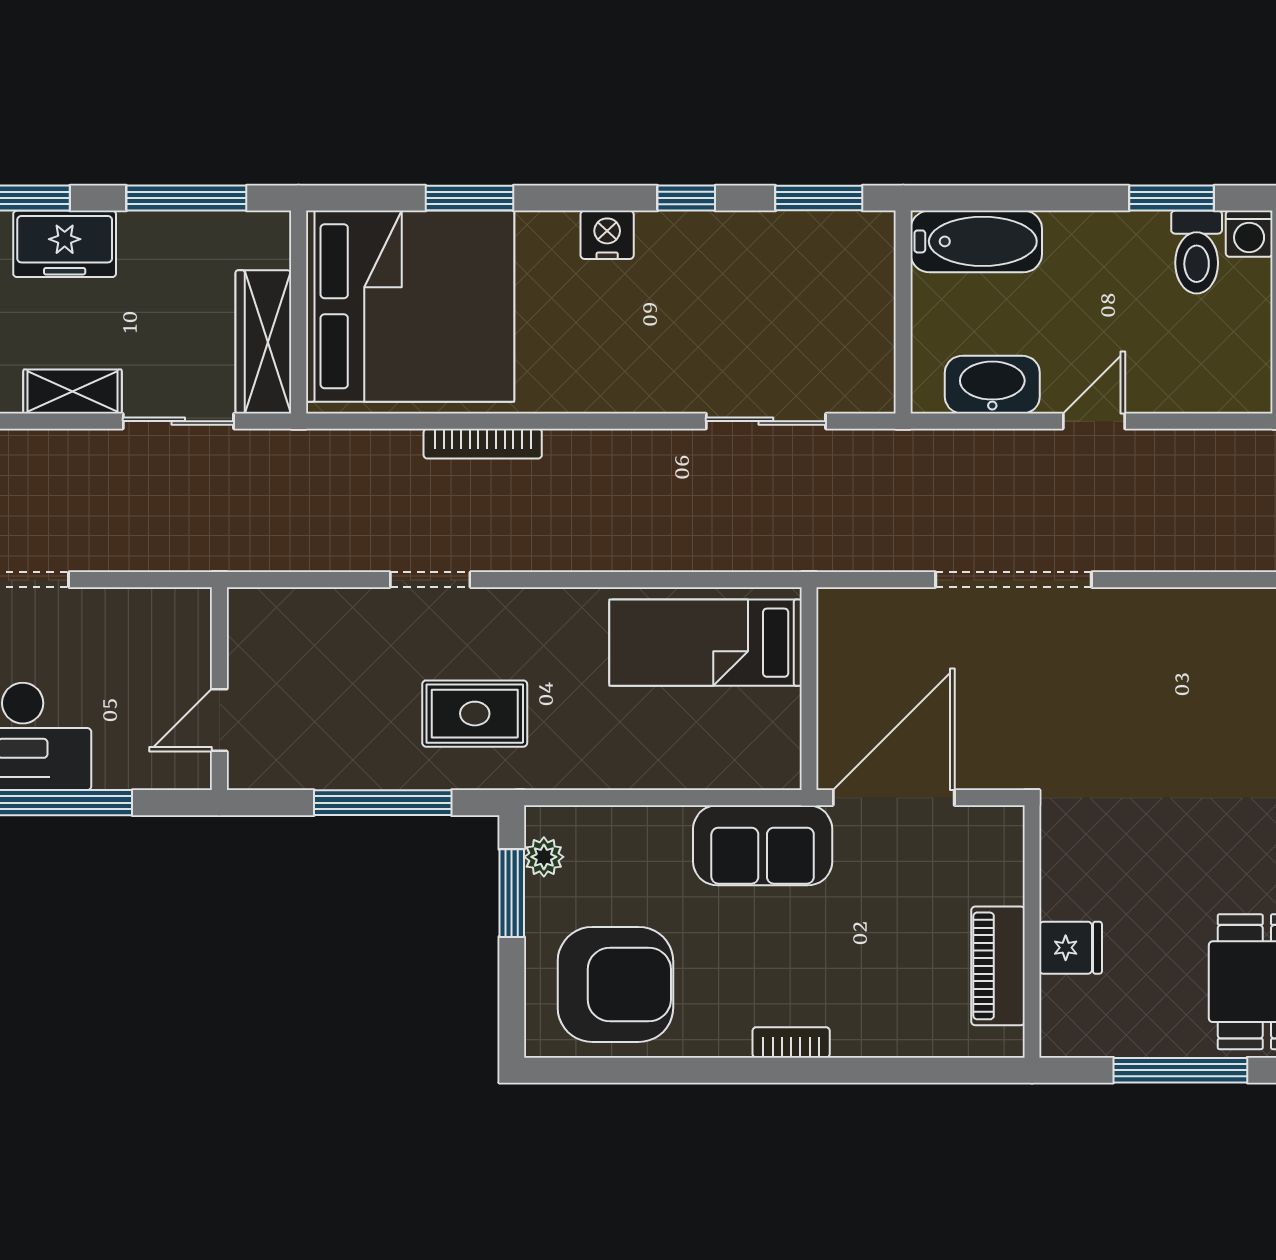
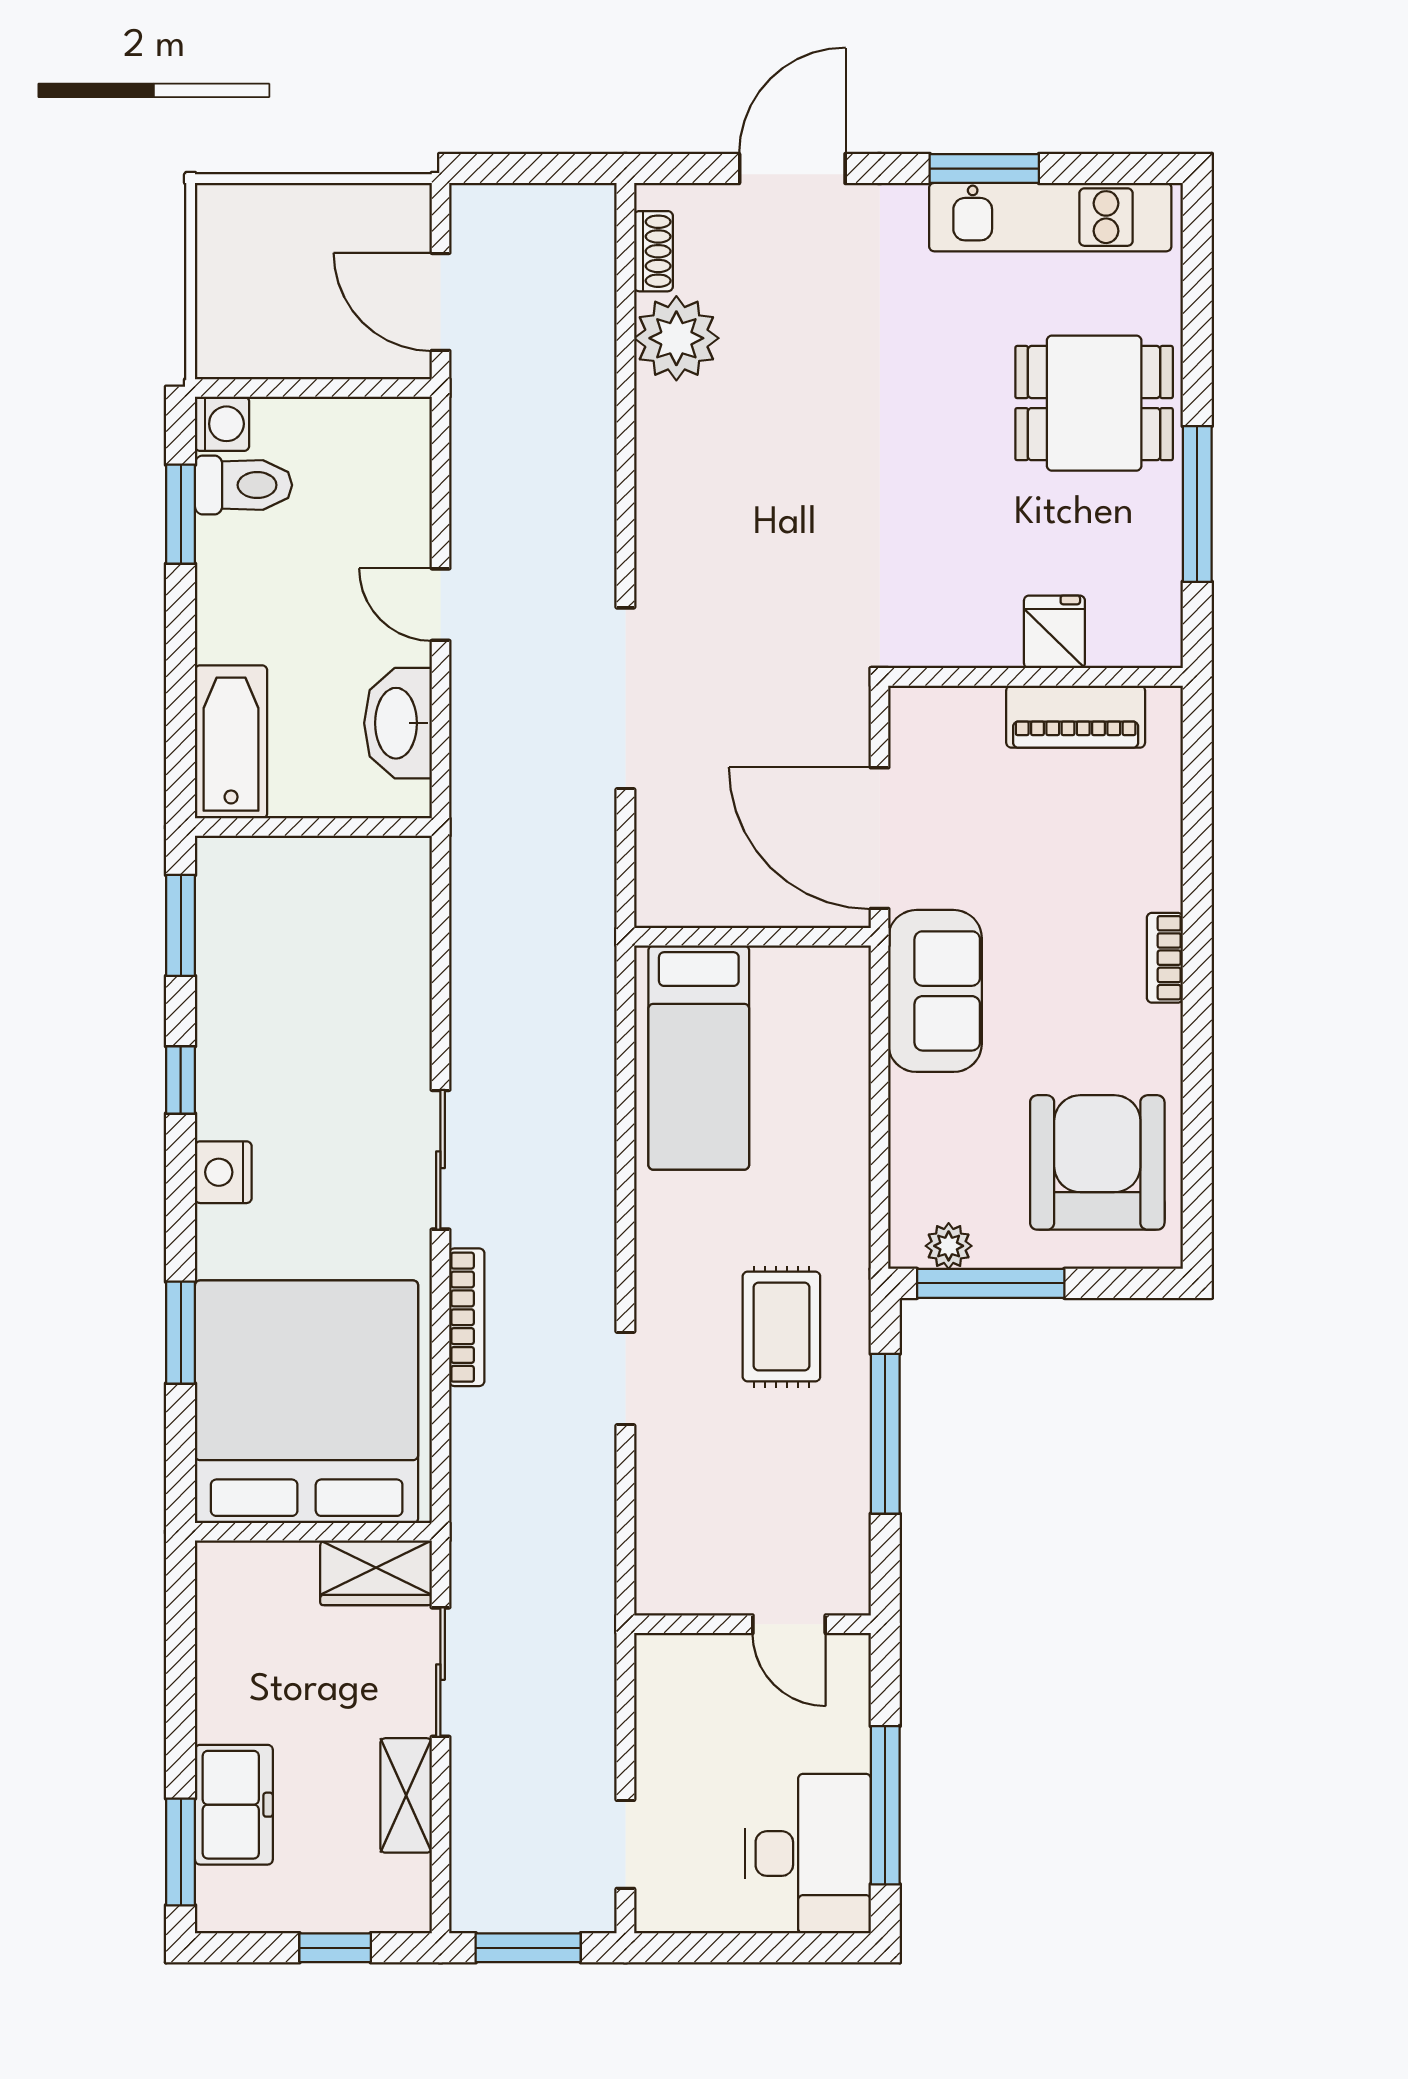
window: (186, 198) -> (181, 1663), removed
wardrobe: (263, 342) -> (376, 1573), width x0.67
sliding door: (766, 421) -> (440, 1160), moved
window: (512, 893) -> (991, 1283), width x1.44

